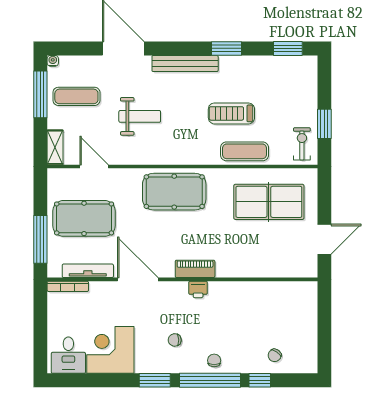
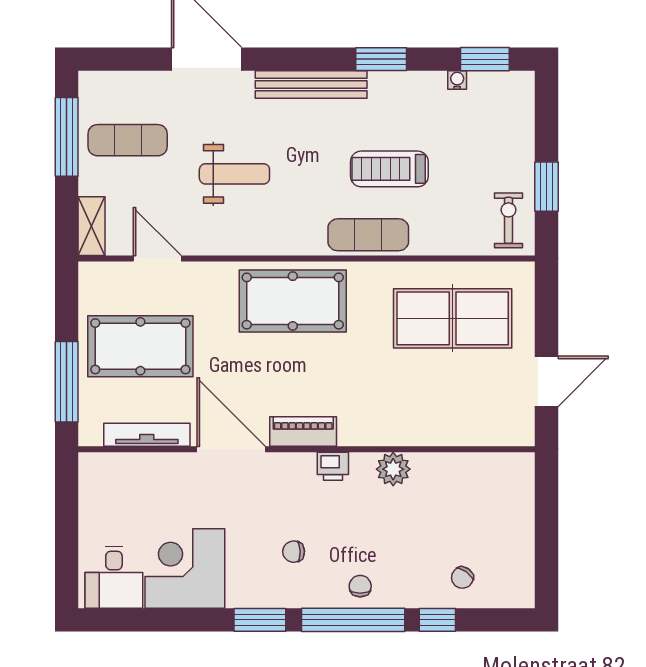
water cooler: (53, 61) -> (457, 80), moved
exercise mat: (245, 151) -> (368, 235), moved
piano: (195, 269) -> (303, 432), moved
bookcase: (68, 286) -> (113, 461), removed
plant: (234, 291) -> (393, 469), added

